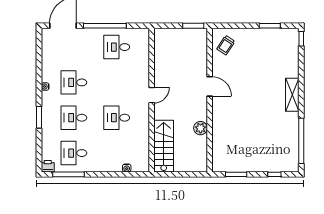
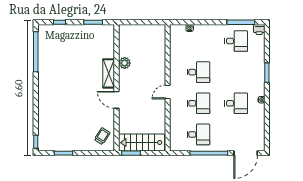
shelving: (292, 95) -> (109, 73), moved
desk: (74, 118) -> (198, 103), moved
stairs: (164, 146) -> (141, 143), moved, turned 90

